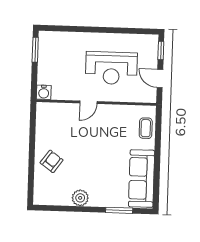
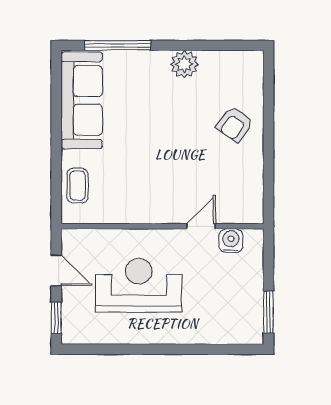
water cooler: (44, 92) -> (231, 241), moved
door: (88, 102) -> (201, 226), moved
window: (119, 210) -> (118, 45), width x1.44

